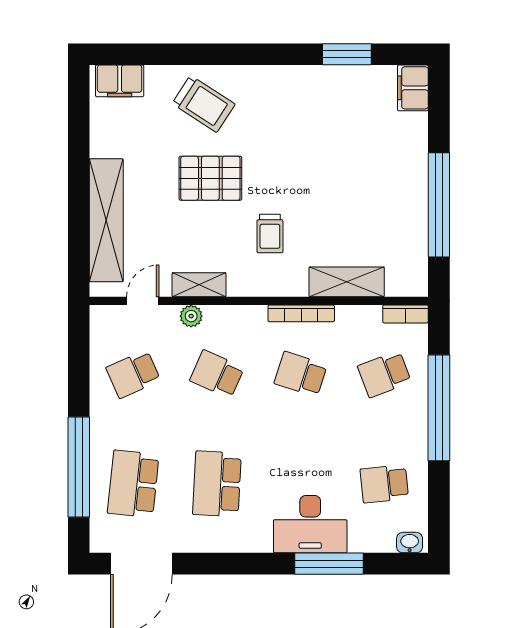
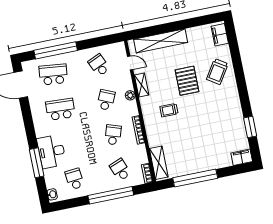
shelving: (347, 282) -> (159, 163), moved
plant: (191, 316) -> (130, 95), moved

